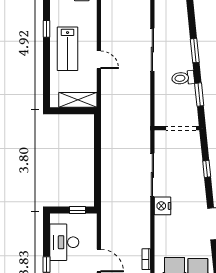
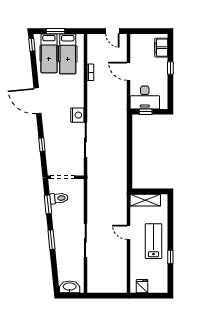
toilet: (183, 78) -> (59, 198), moved
desk: (64, 242) -> (145, 98), moved, turned 90

